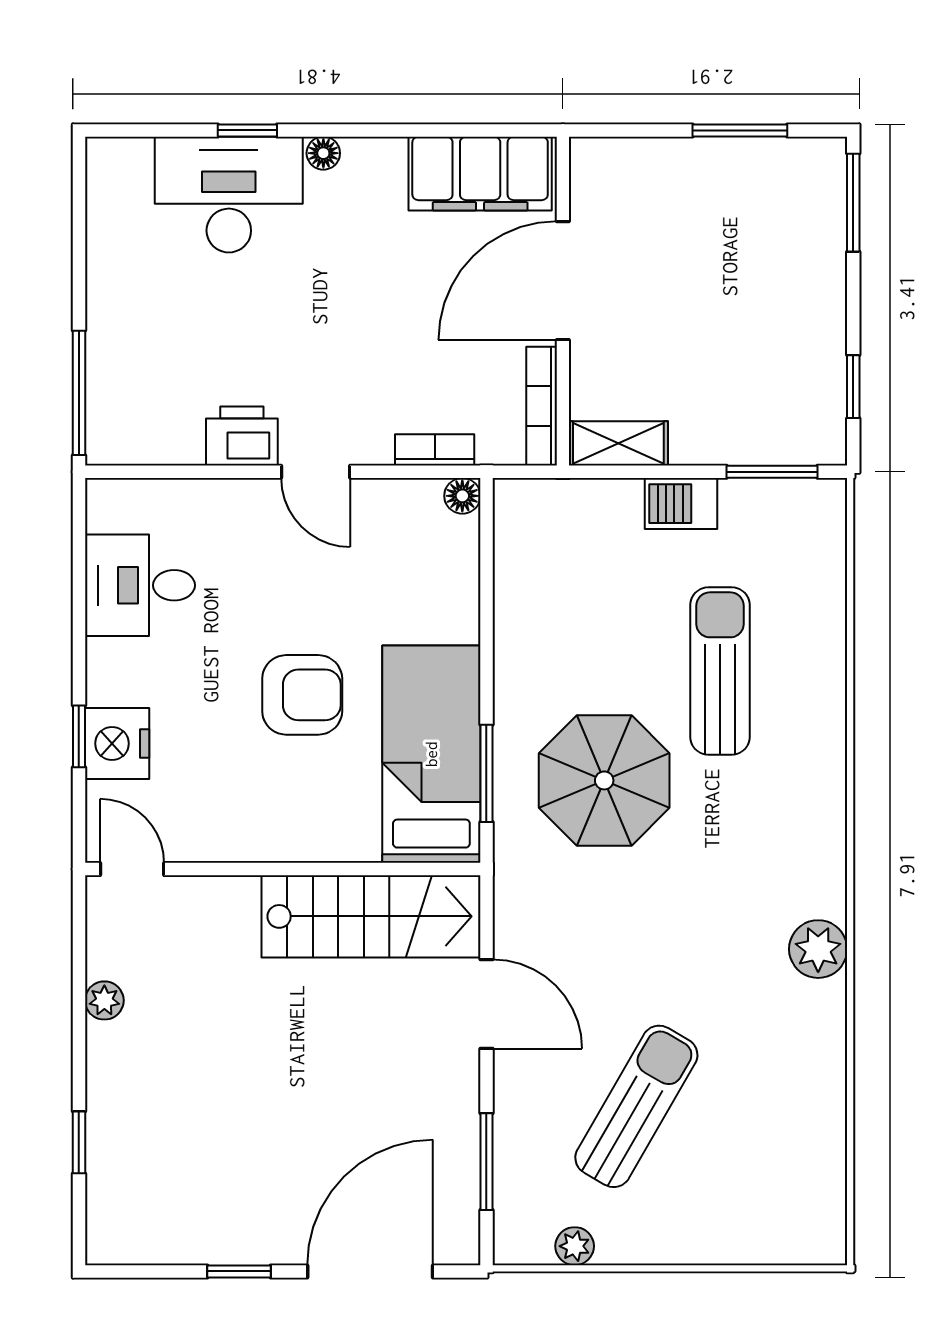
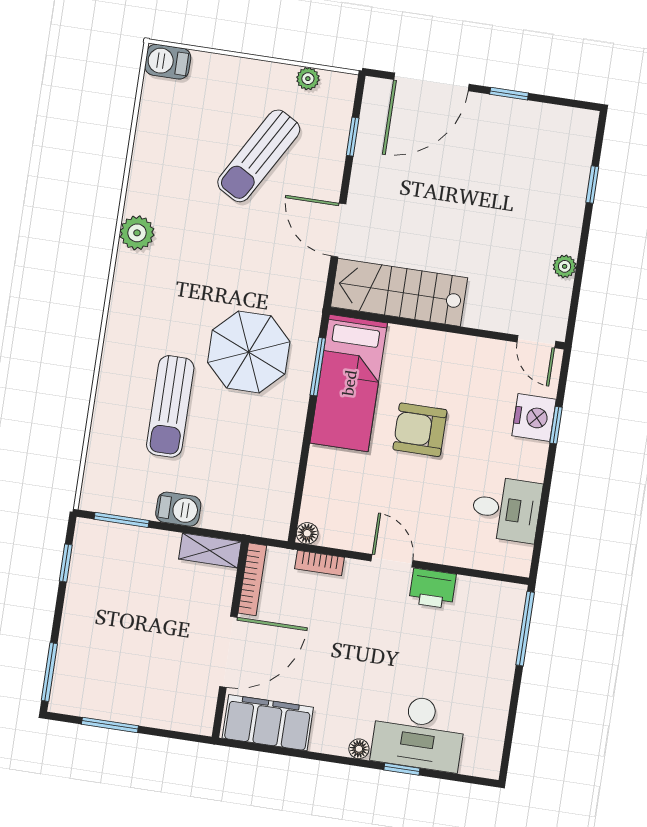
window: (486, 1162) -> (353, 137), width x0.67
barbecue: (810, 1239) -> (168, 62), added

